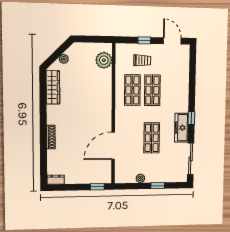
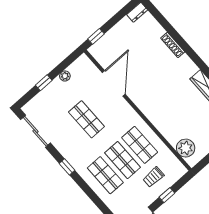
shop shelf: (172, 90) -> (105, 175), added
freezer: (182, 128) -> (68, 151), removed

